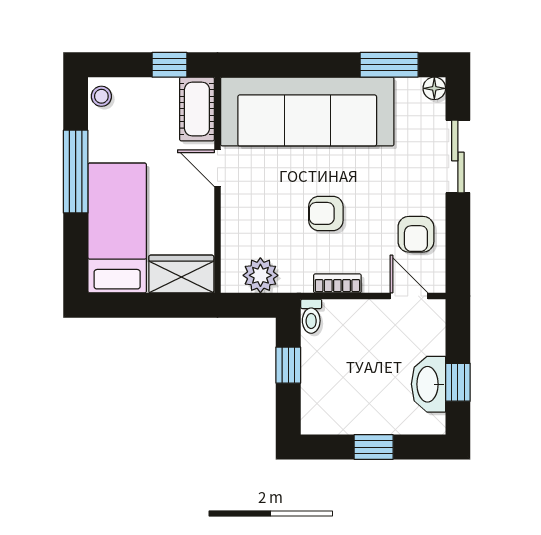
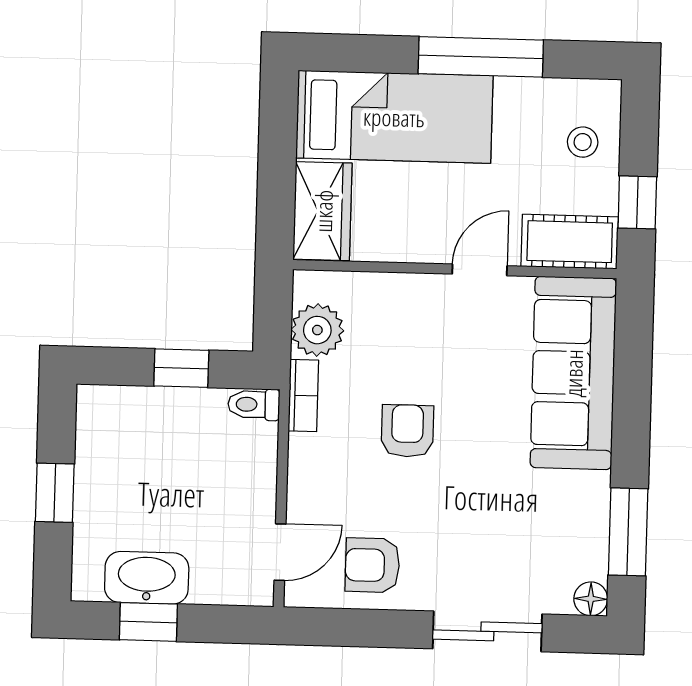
stool: (101, 96) -> (583, 142), moved
sofa: (307, 111) -> (573, 373), width x0.74, depth x0.79
bookcase: (337, 283) -> (303, 396), moved

